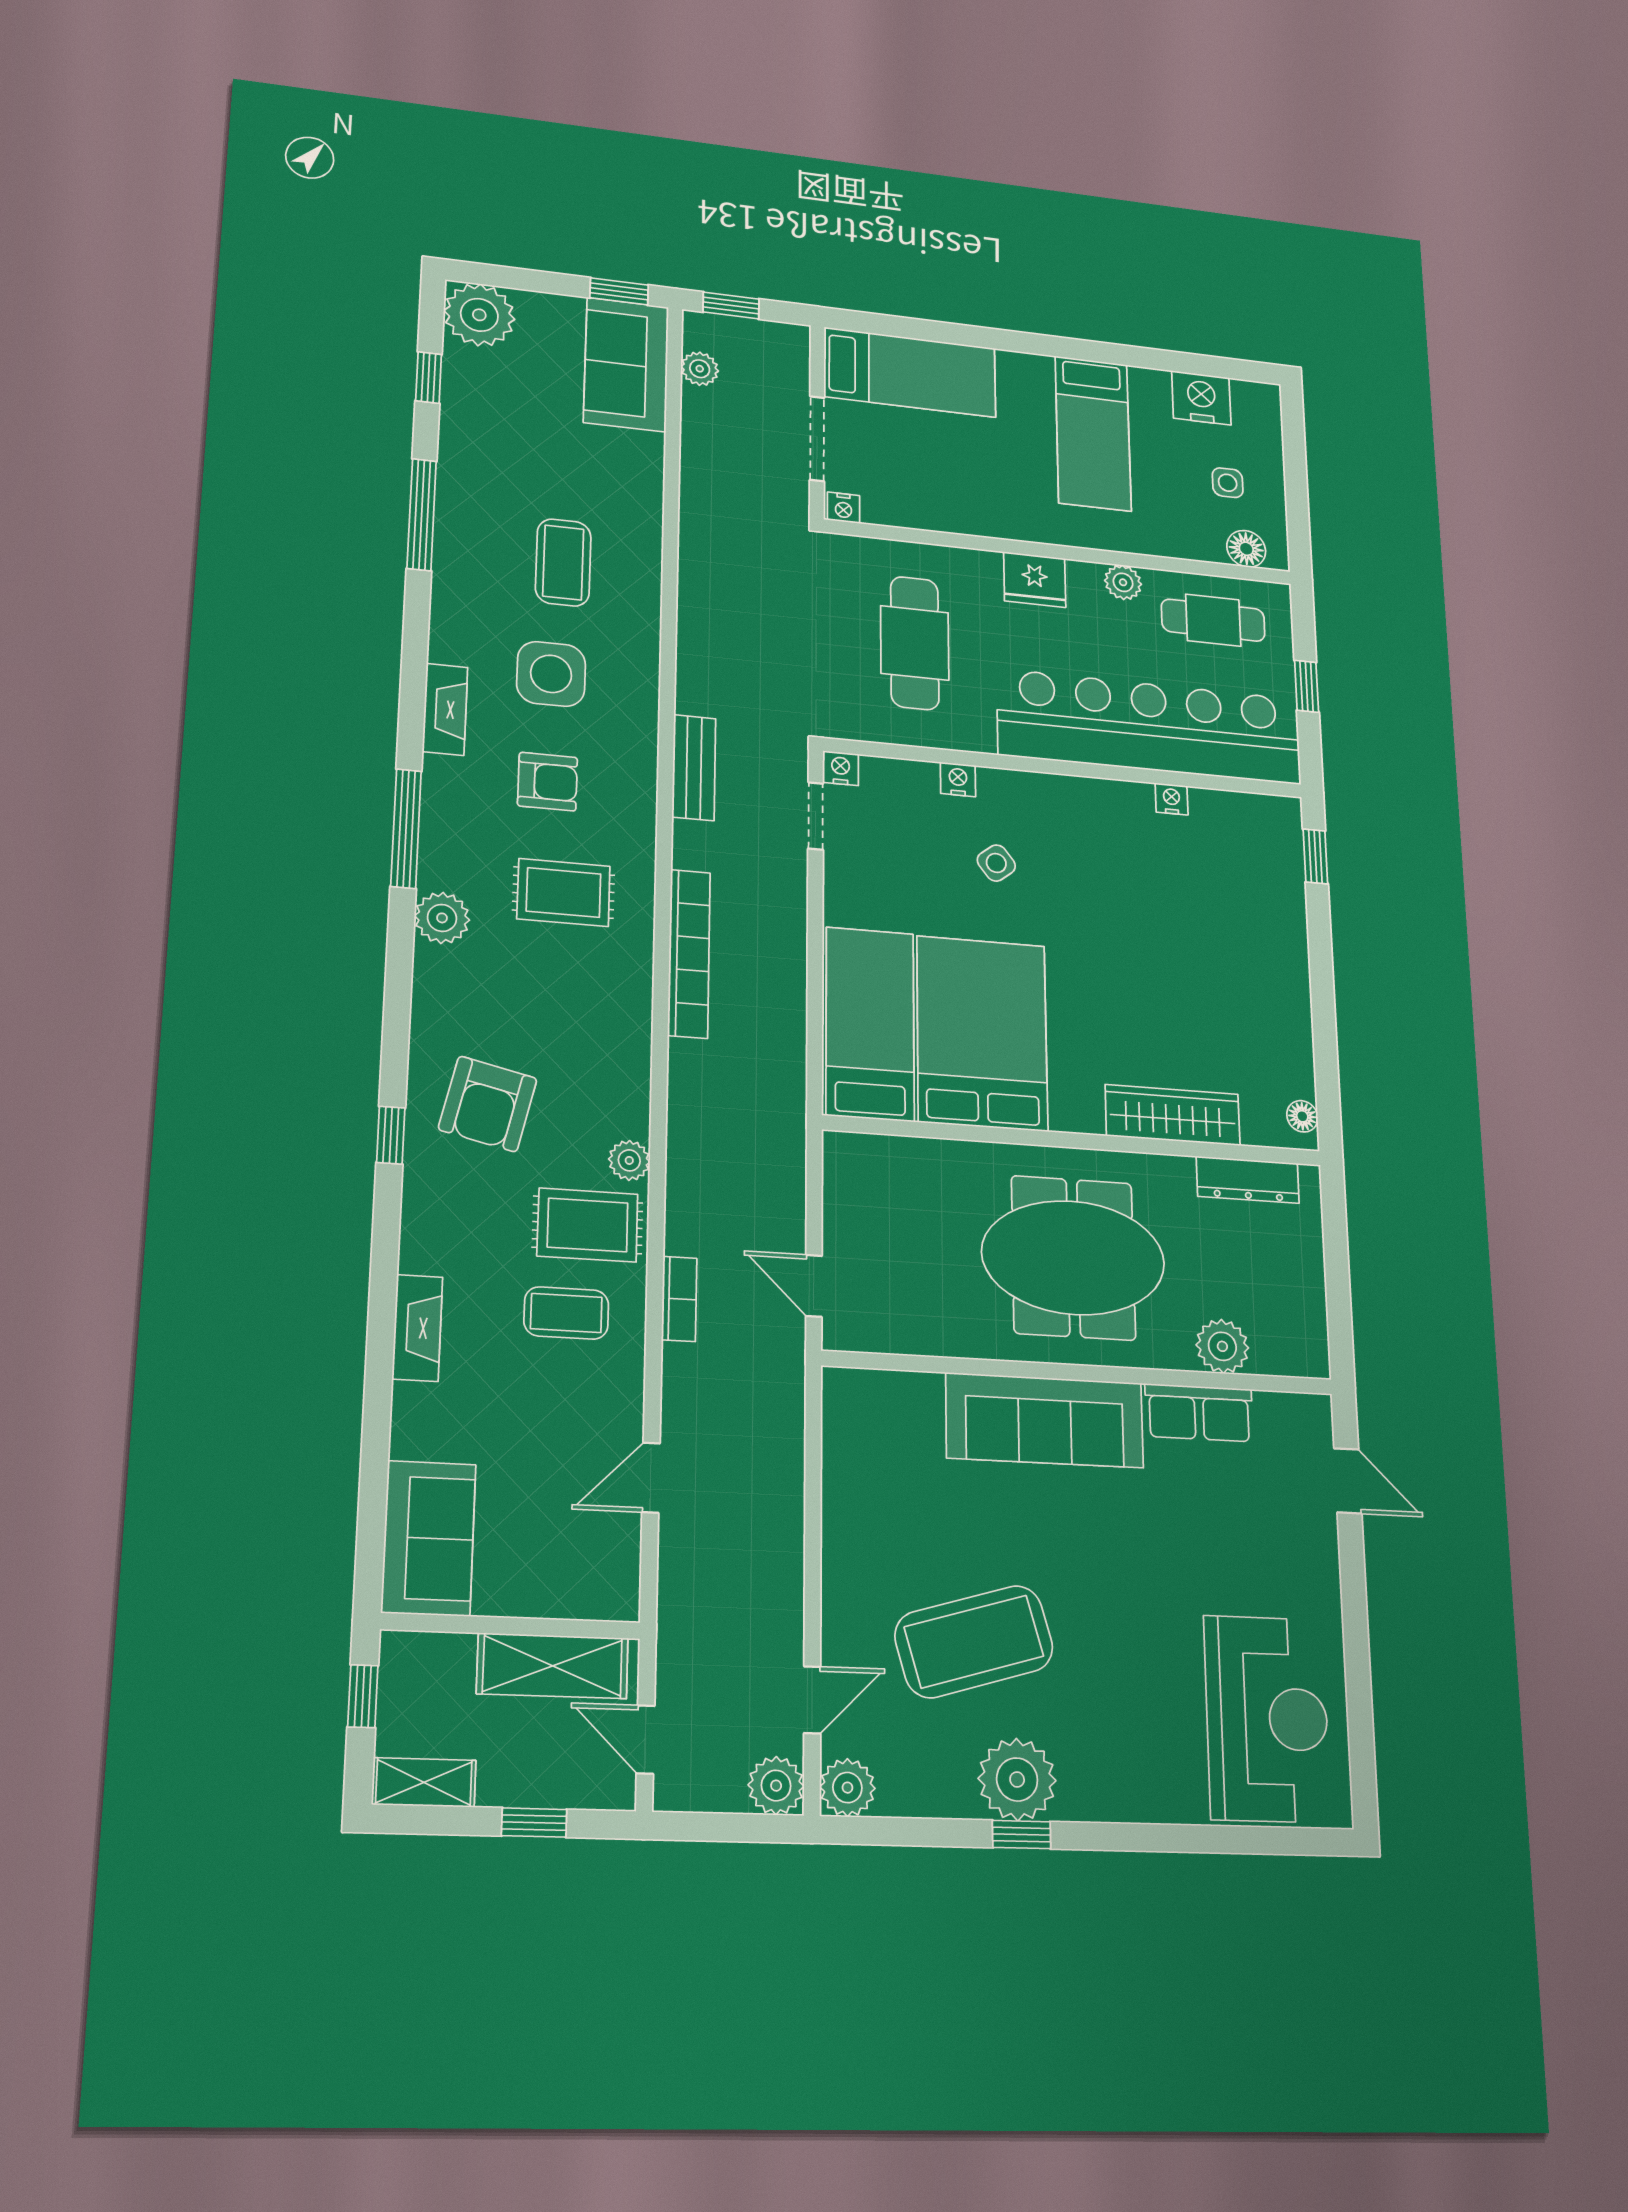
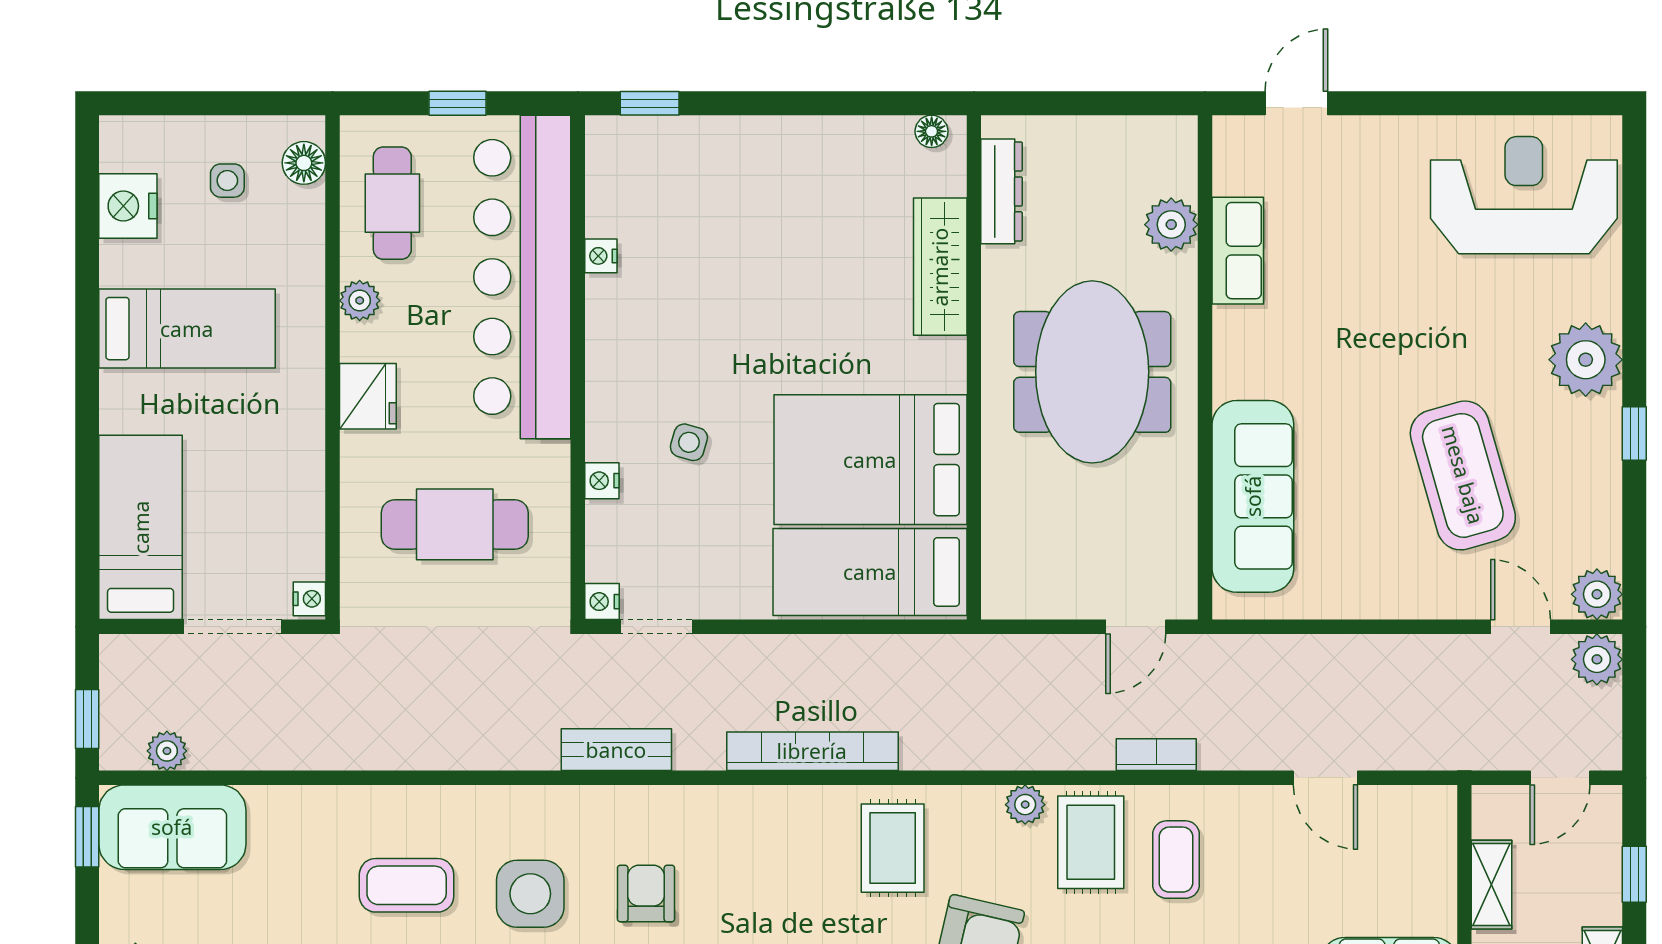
side table: (996, 863) -> (689, 442), turned -36
rug: (564, 893) -> (893, 848), moved
sofa: (1045, 1420) -> (1253, 496), moved
shelving: (553, 1666) -> (1492, 885), width x0.67, depth x0.75
plant: (1017, 1779) -> (1586, 360), moved

